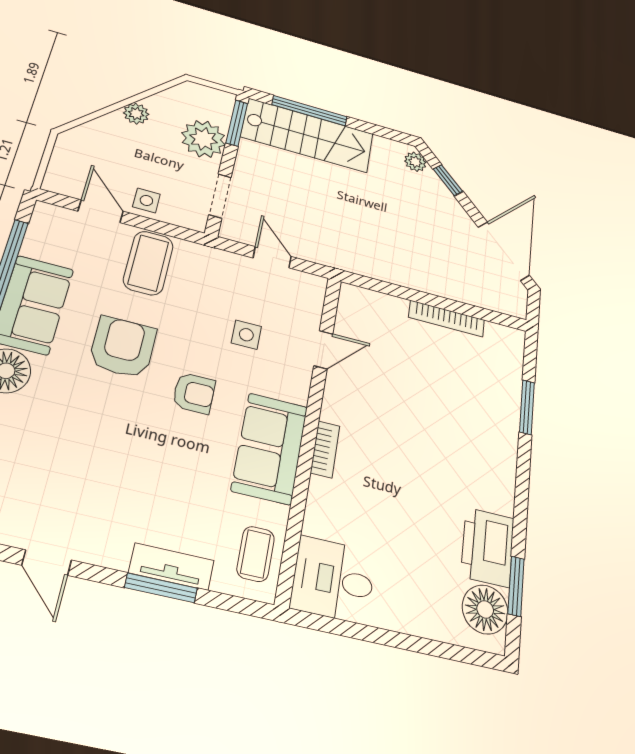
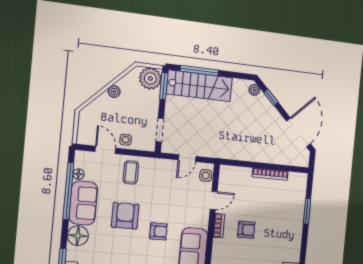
plant: (204, 139) -> (150, 78), moved
floor lamp: (34, 246) -> (78, 174), added
door: (272, 257) -> (187, 158), swing flipped
coffee table: (148, 263) -> (131, 172), width x0.73, depth x0.77
side table: (246, 335) -> (206, 175), moved
armchair: (393, 423) -> (246, 230), added
bookcase: (325, 449) -> (219, 226), moved

